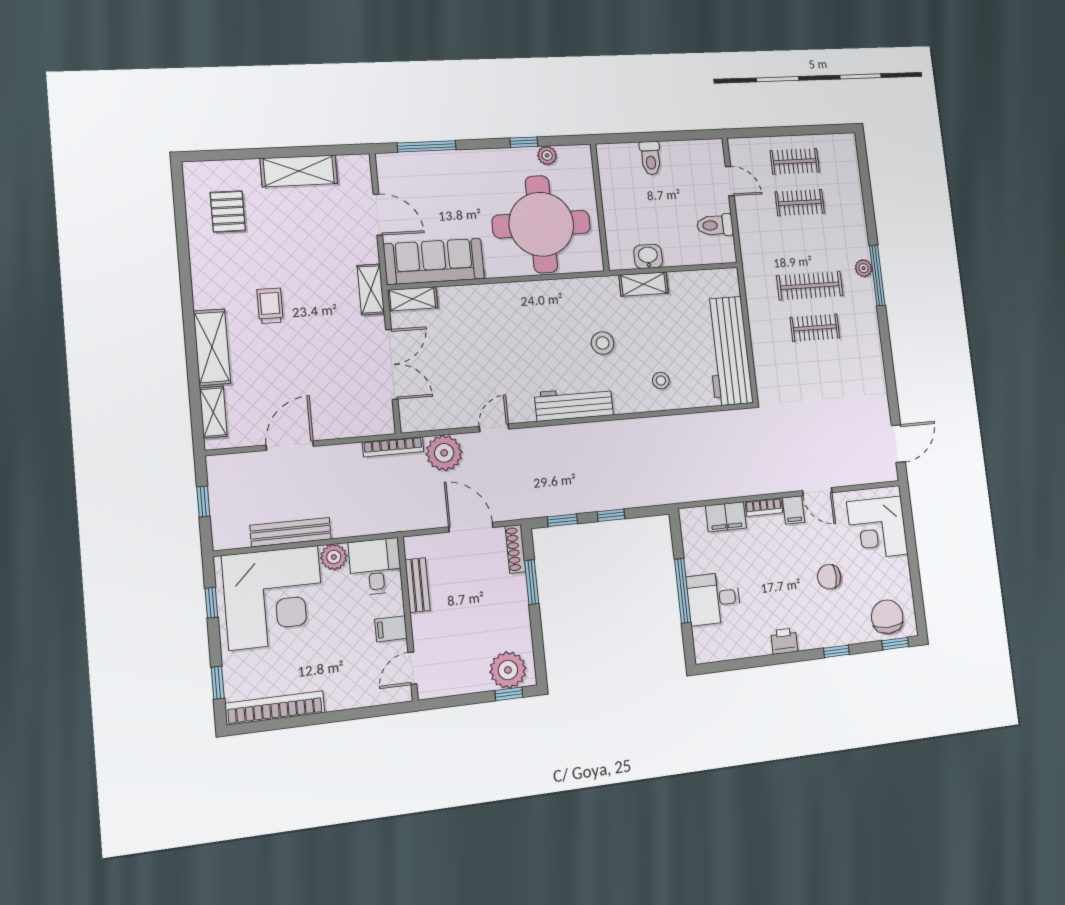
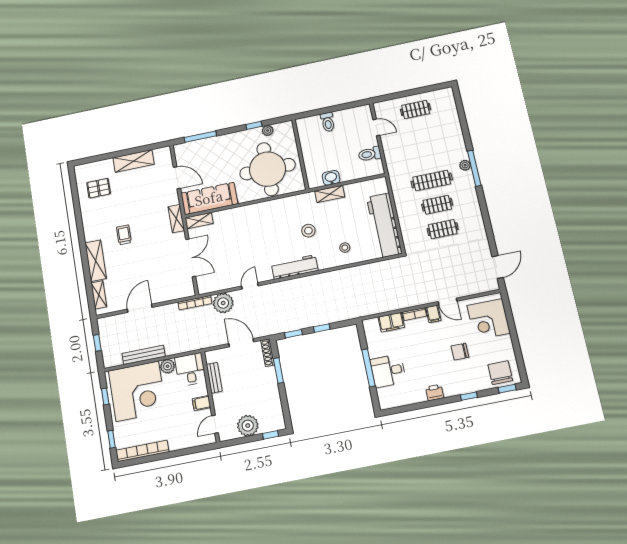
clothes rail: (800, 203) -> (443, 229), moved
pallet: (228, 212) -> (99, 188), turned 90
plant: (508, 670) -> (248, 426), moved

